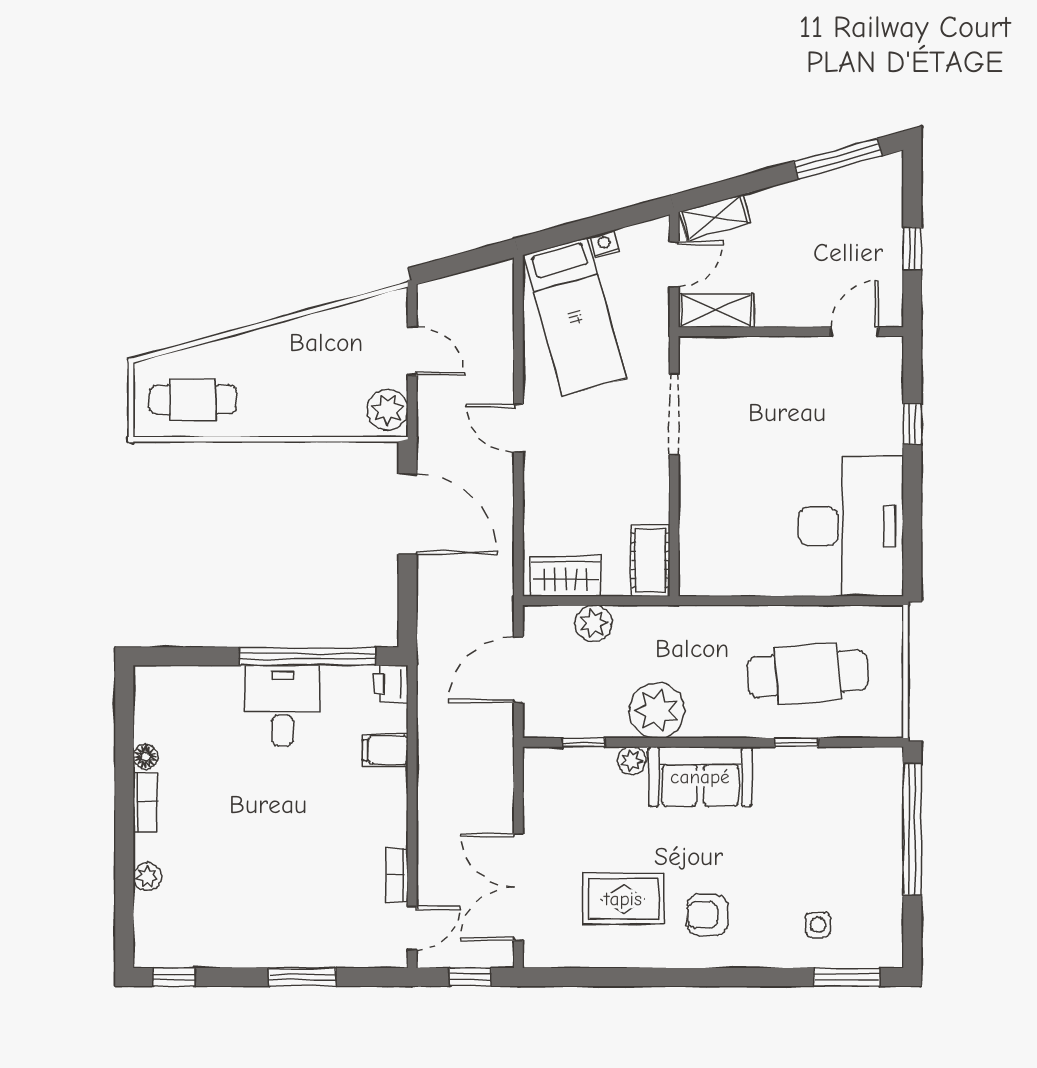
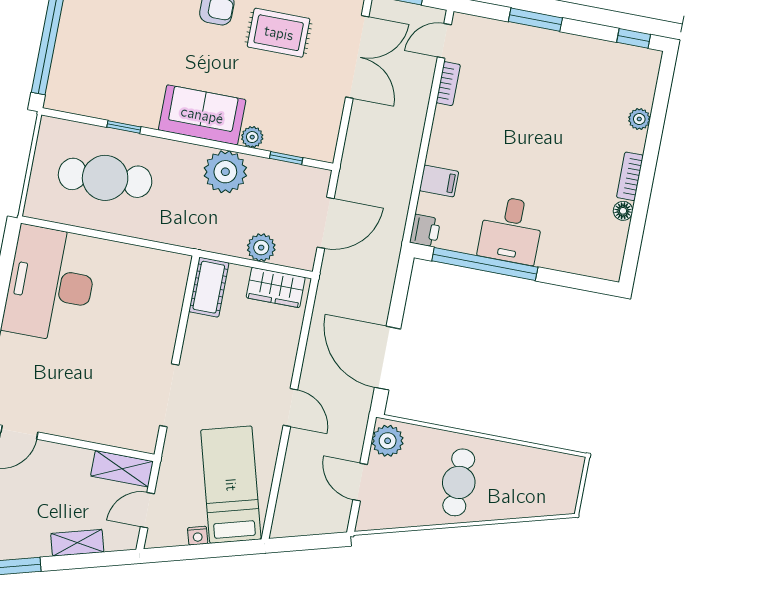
shelving: (715, 217) -> (77, 543), moved
cafe table: (193, 400) -> (459, 482), moved, turned 90

